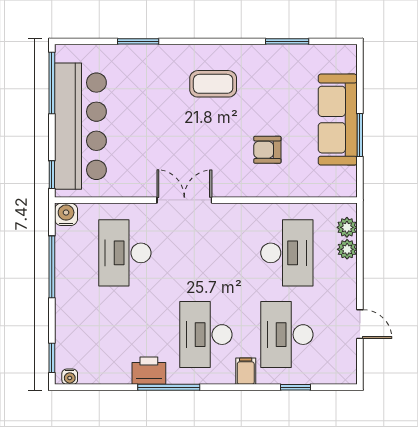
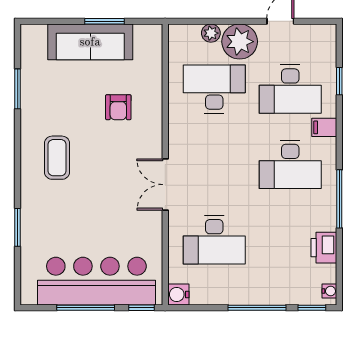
window: (52, 83) -> (86, 308), moved
plant: (347, 227) -> (240, 42), moved, width x1.87, depth x1.87
window: (52, 267) -> (257, 308), moved
printer: (149, 371) -> (324, 248), moved

